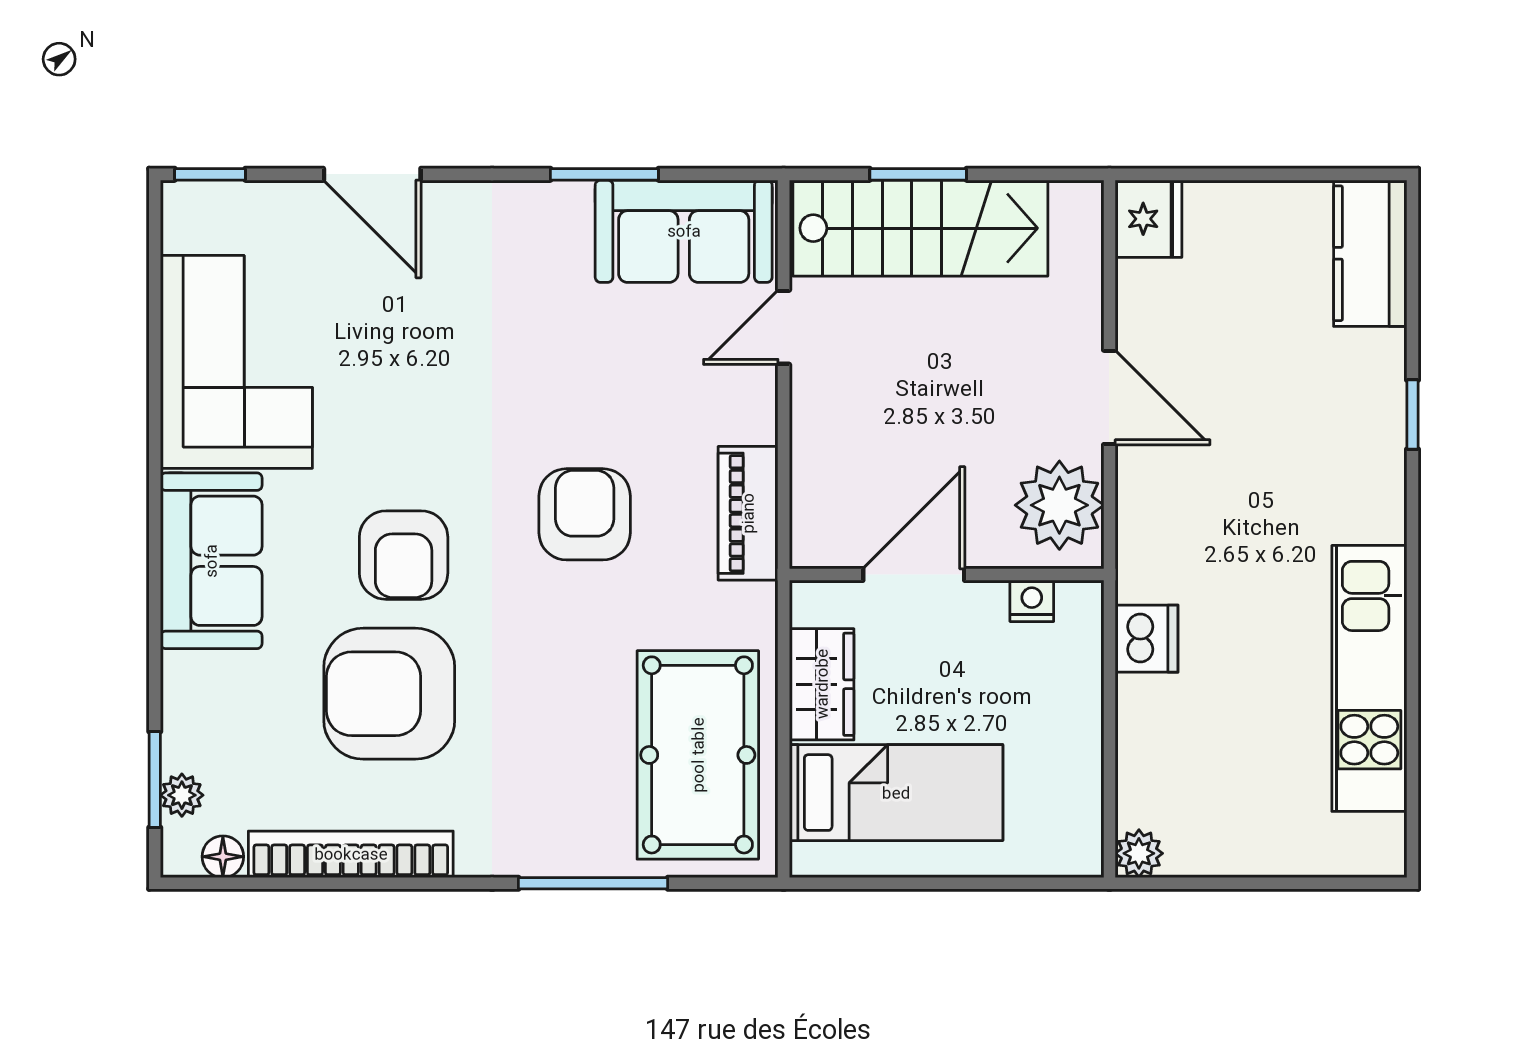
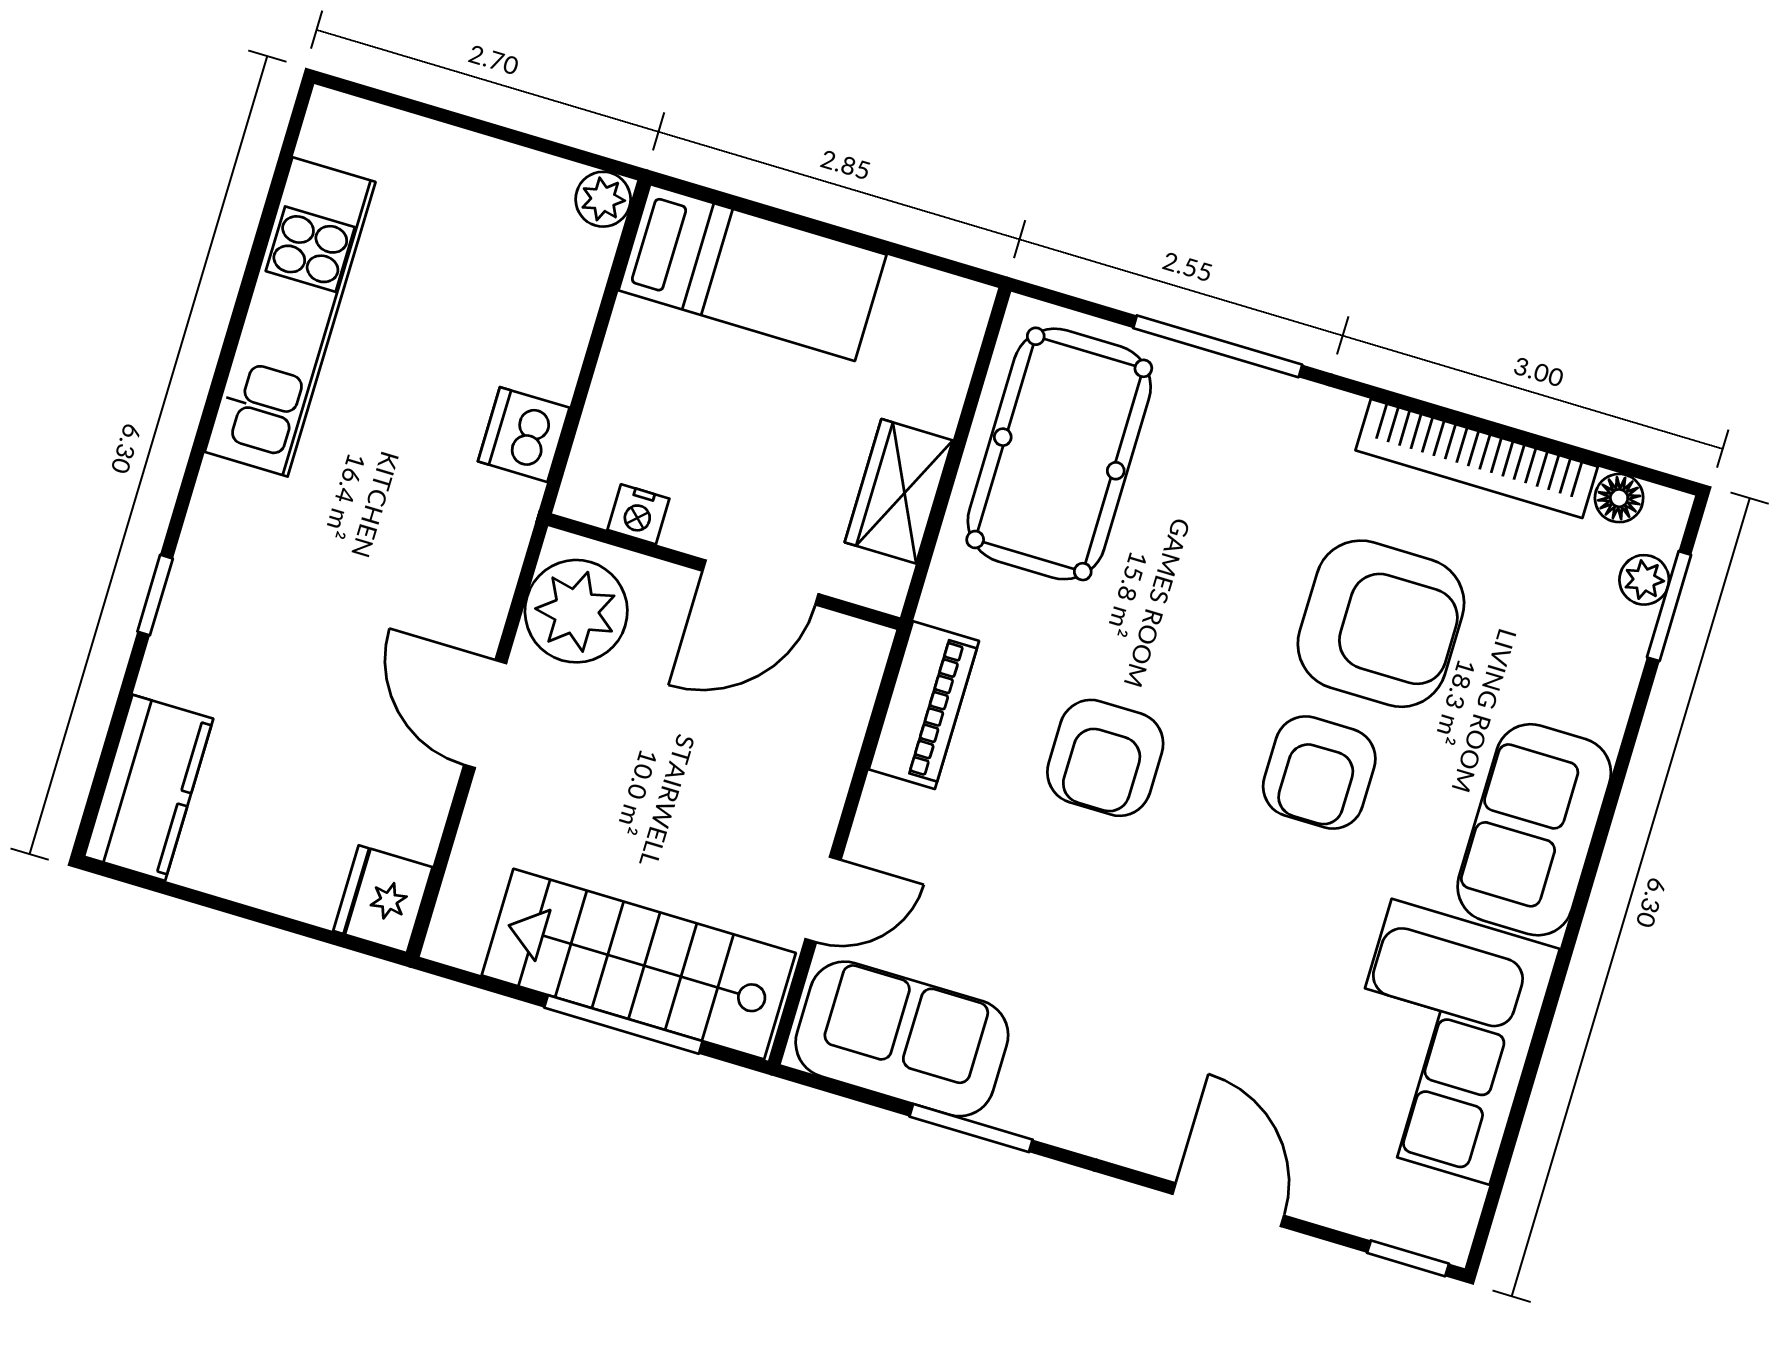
window: (918, 174) -> (623, 1024), width x1.44
armchair: (404, 555) -> (1319, 773), turned 180
bed: (896, 793) -> (752, 273), moved, turned 180

